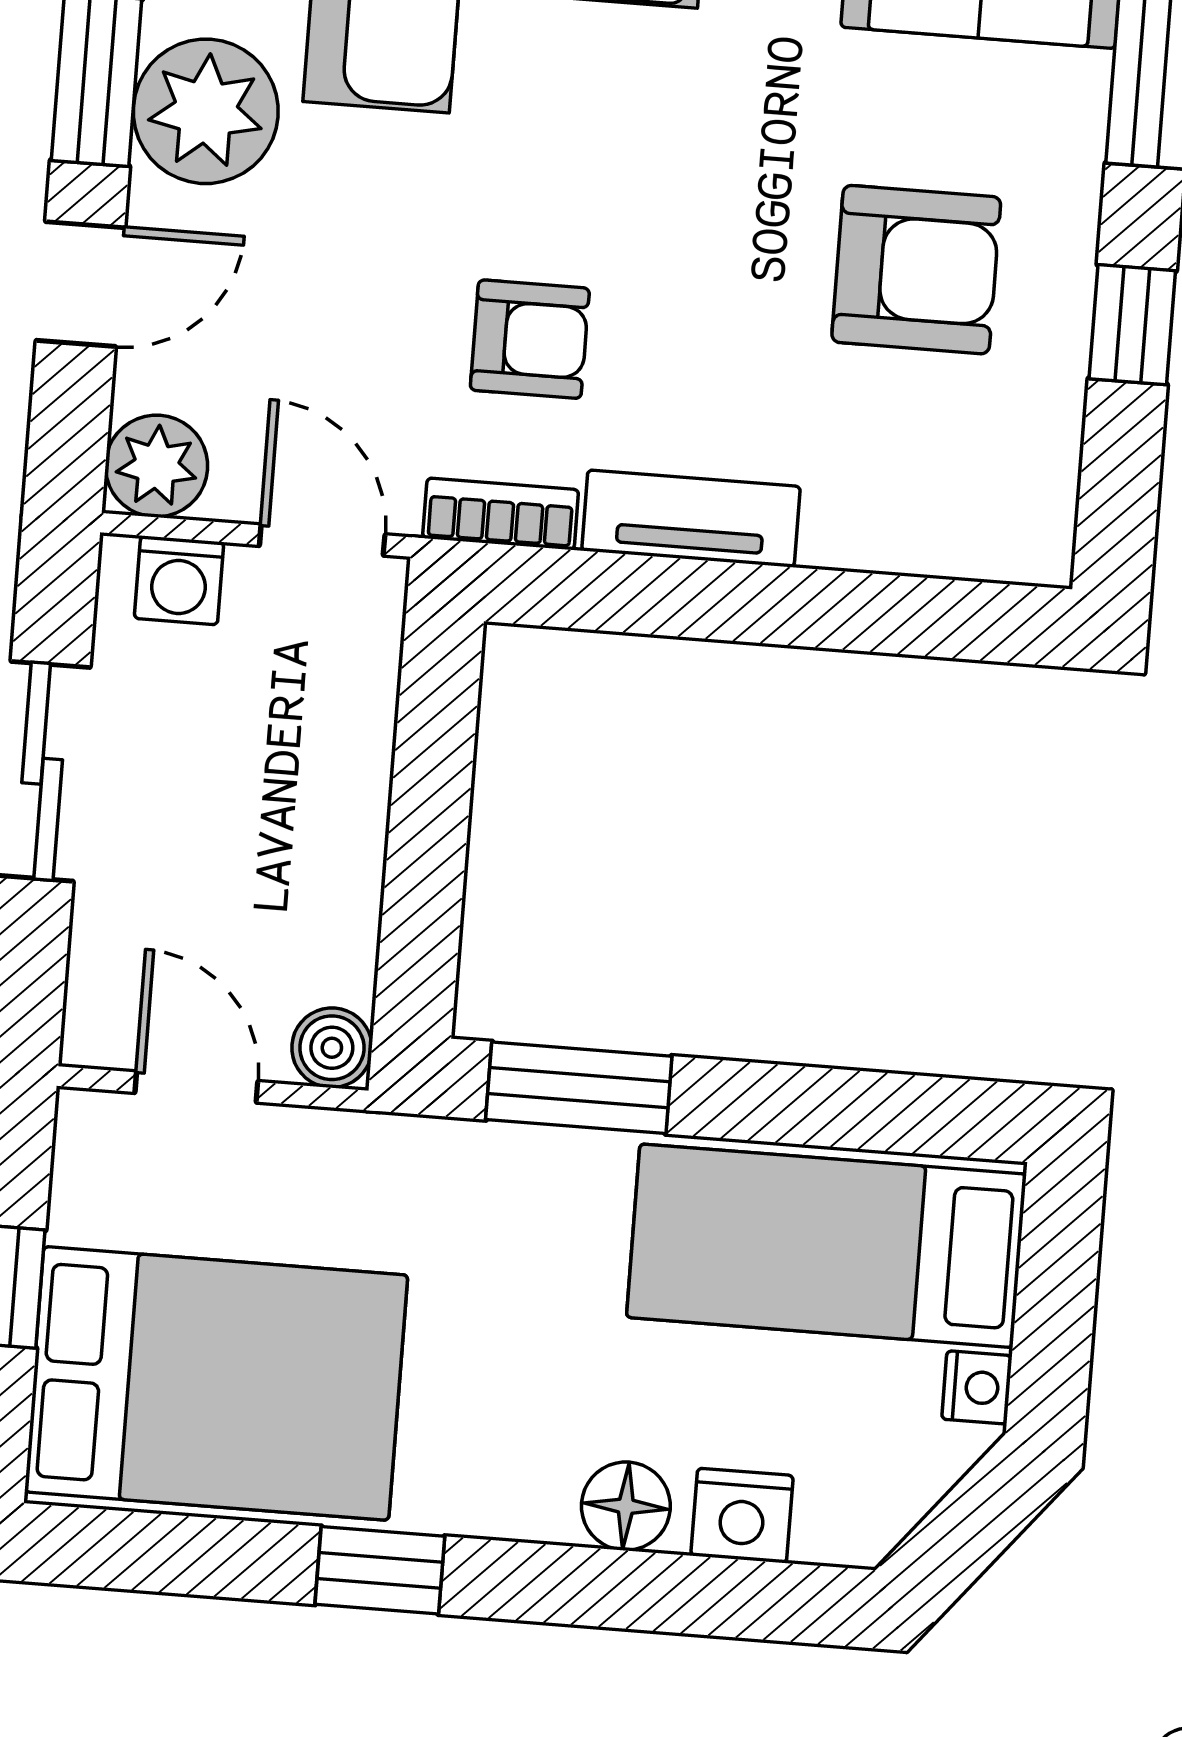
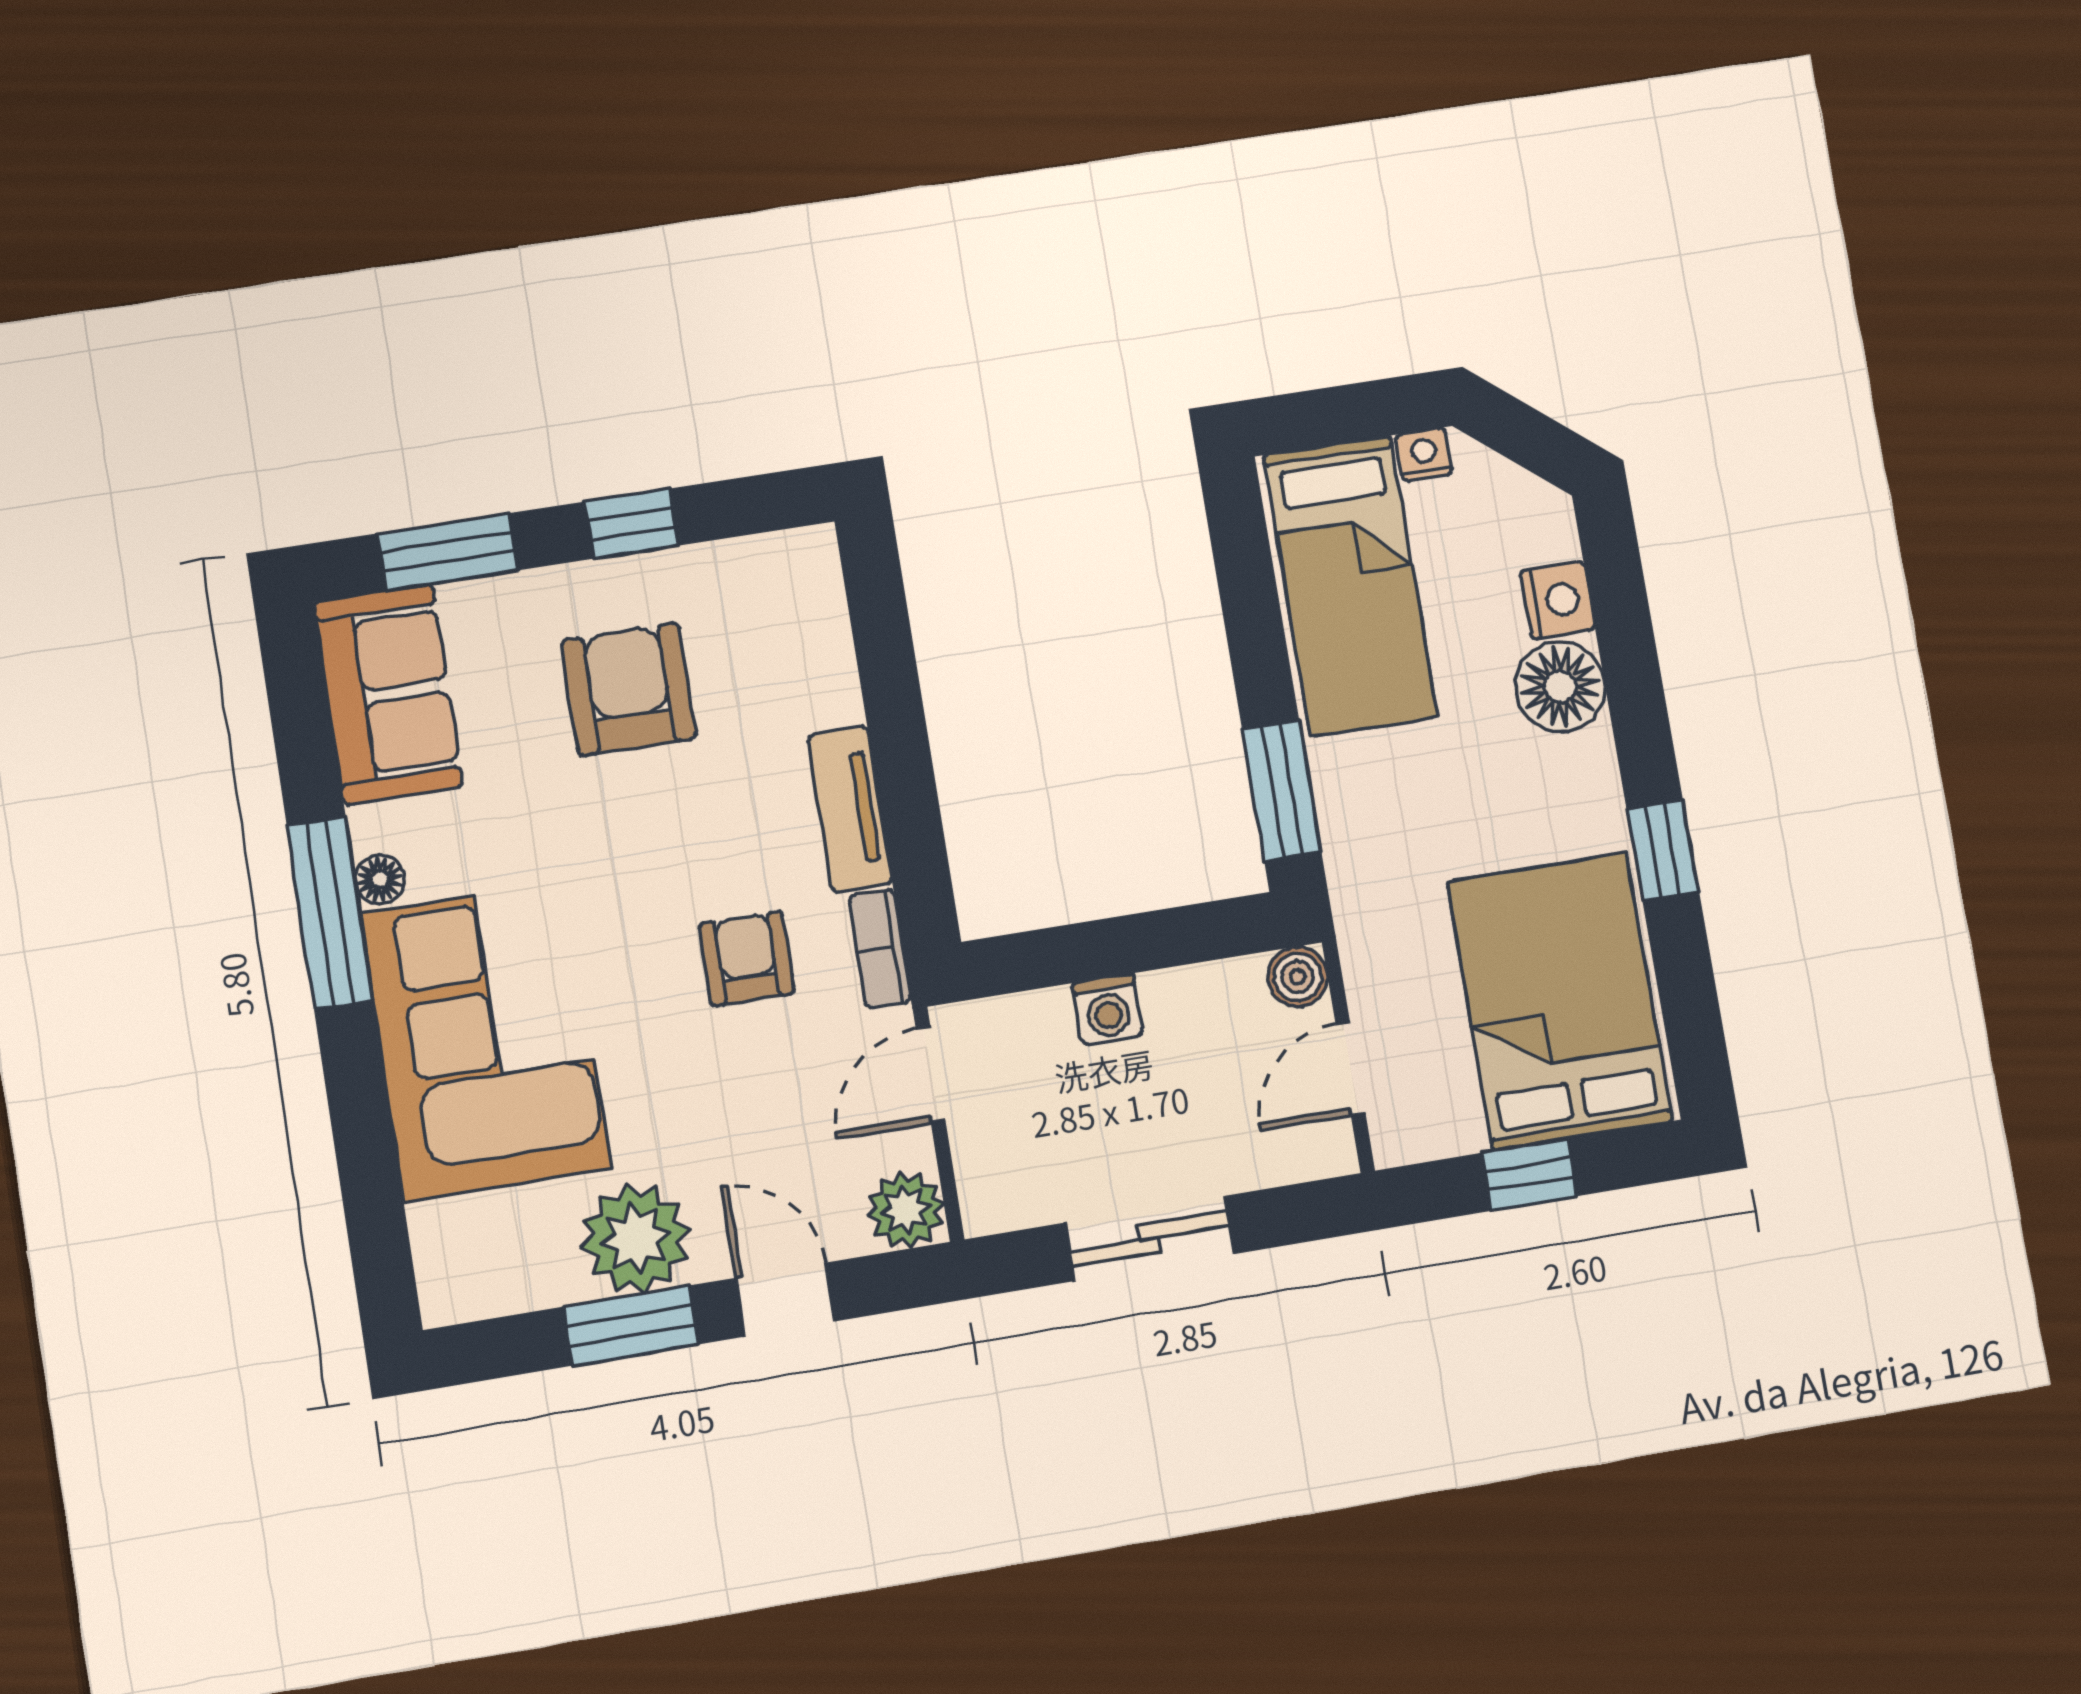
washing machine: (179, 580) -> (1108, 1009), moved, turned 90
floor lamp: (626, 1506) -> (1560, 687), width x1.38, depth x1.38

